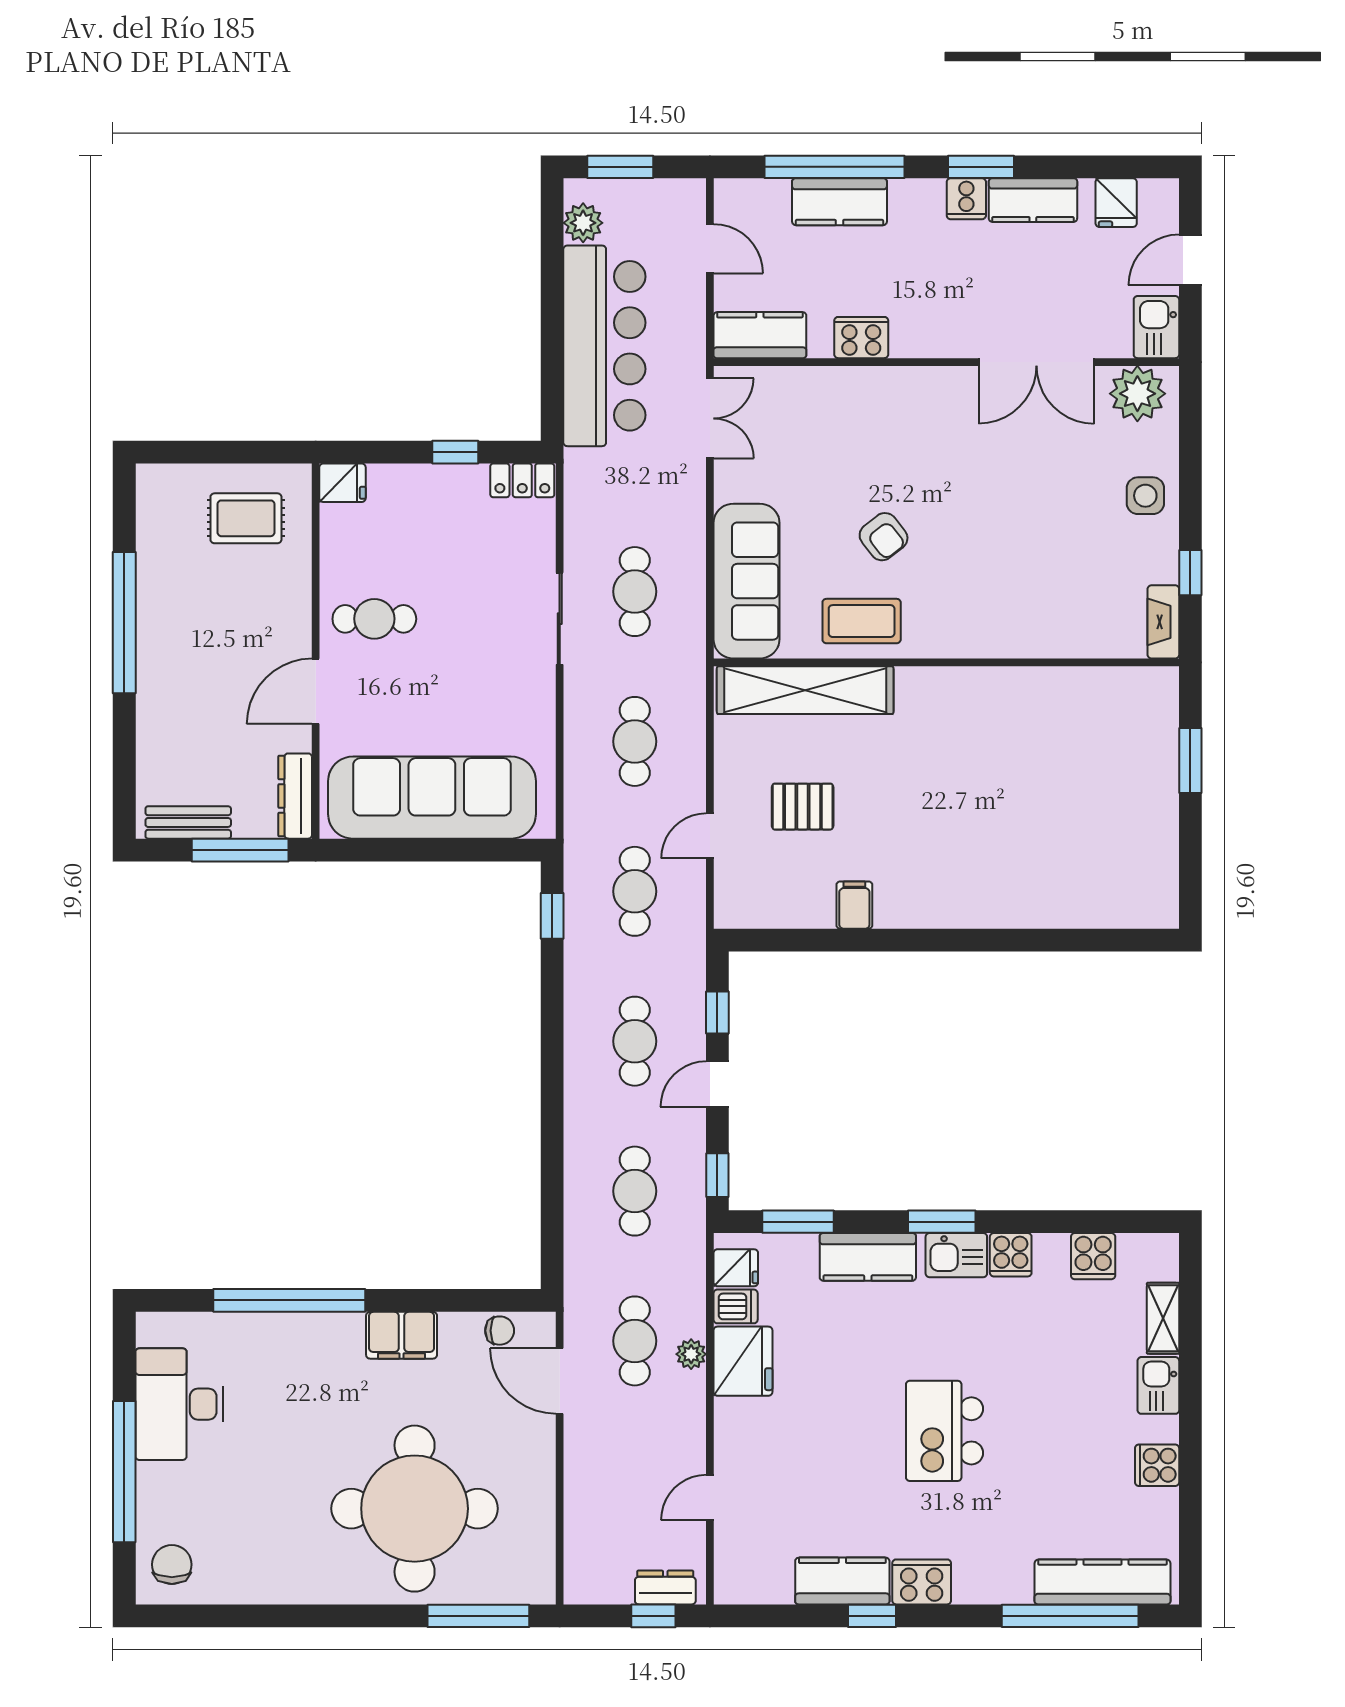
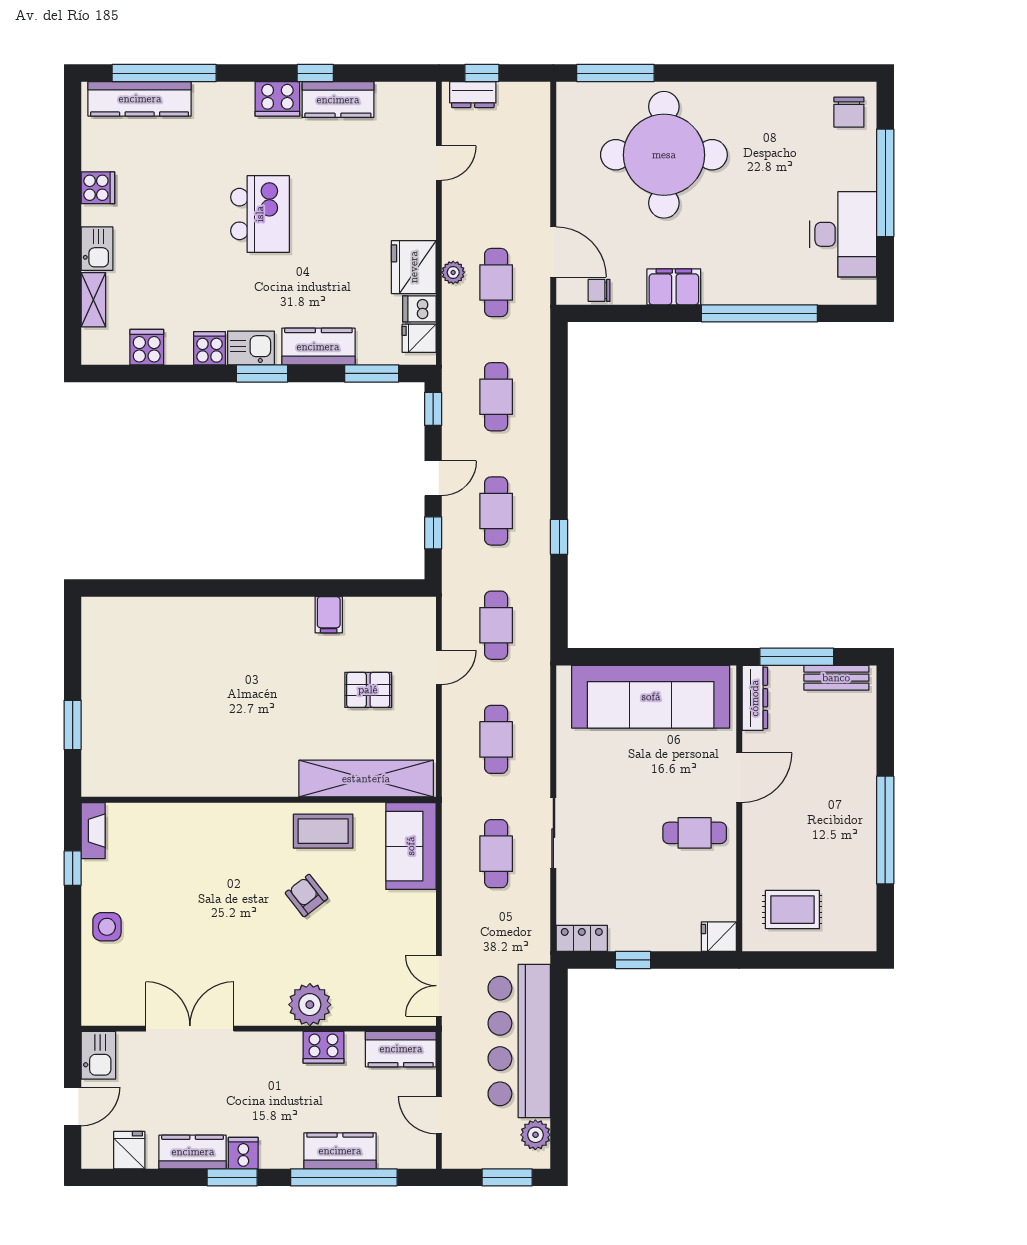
plant: (1137, 394) -> (310, 1005), moved
sofa: (747, 581) -> (411, 846), width x0.73
window: (552, 916) -> (559, 537), moved

